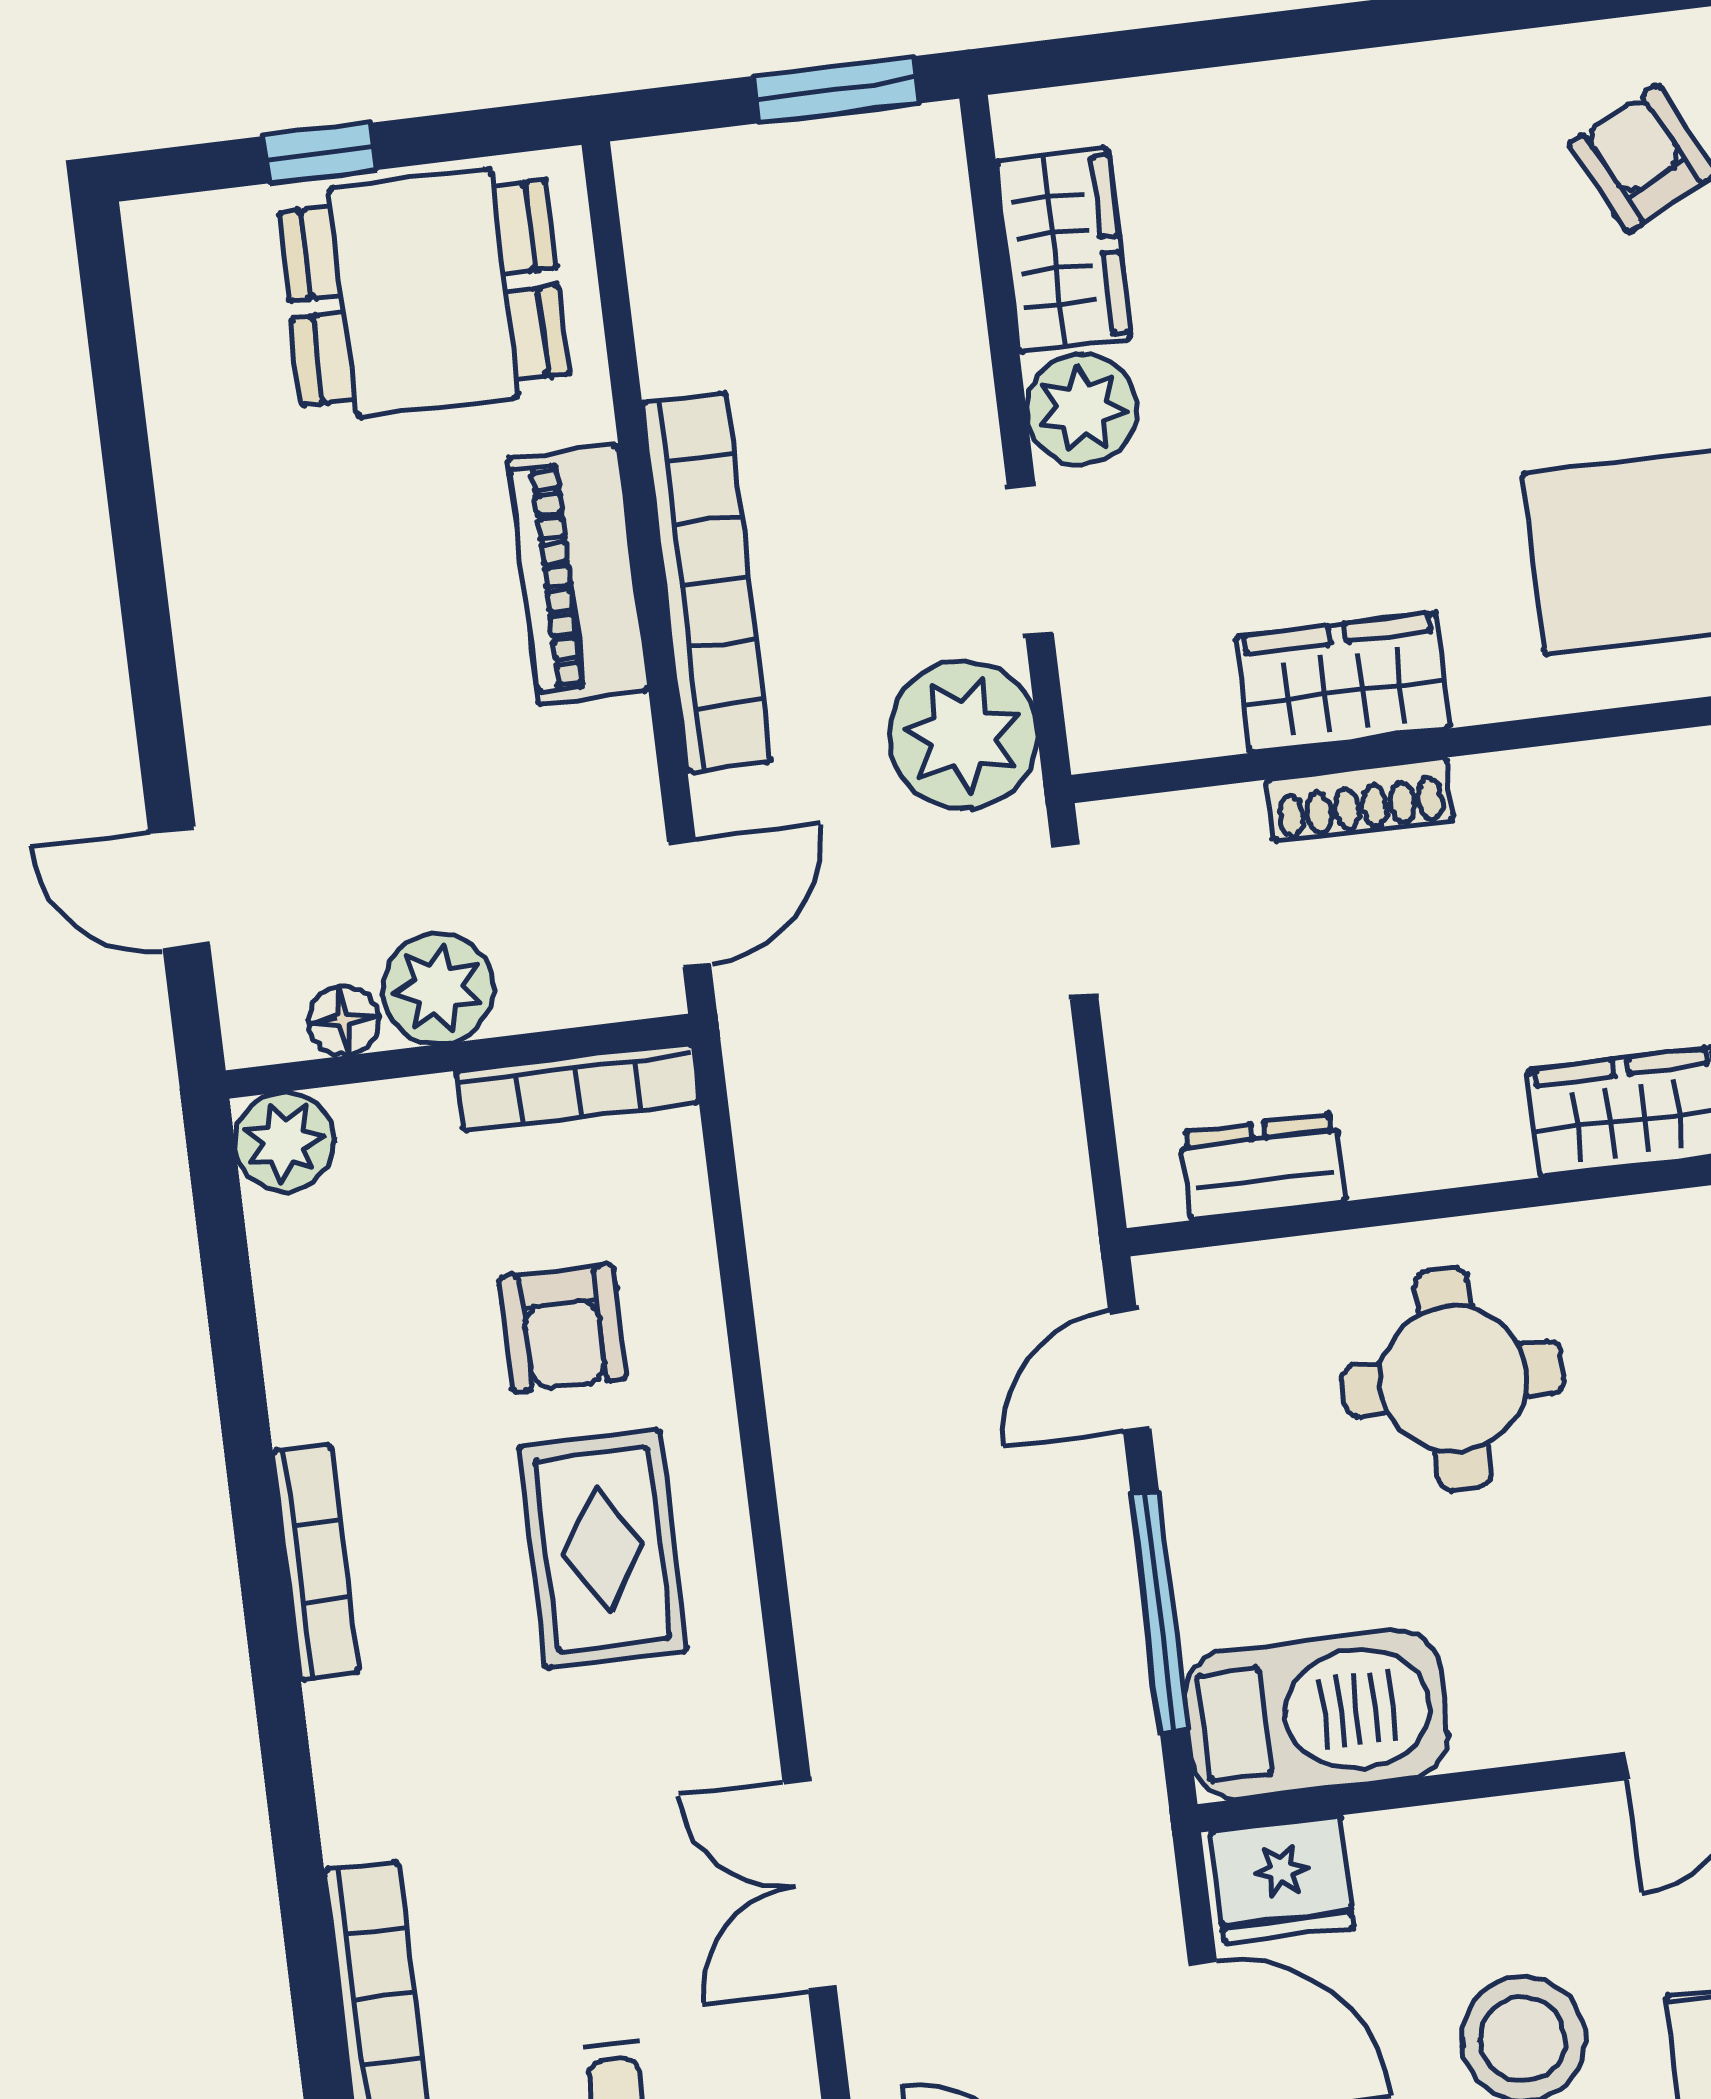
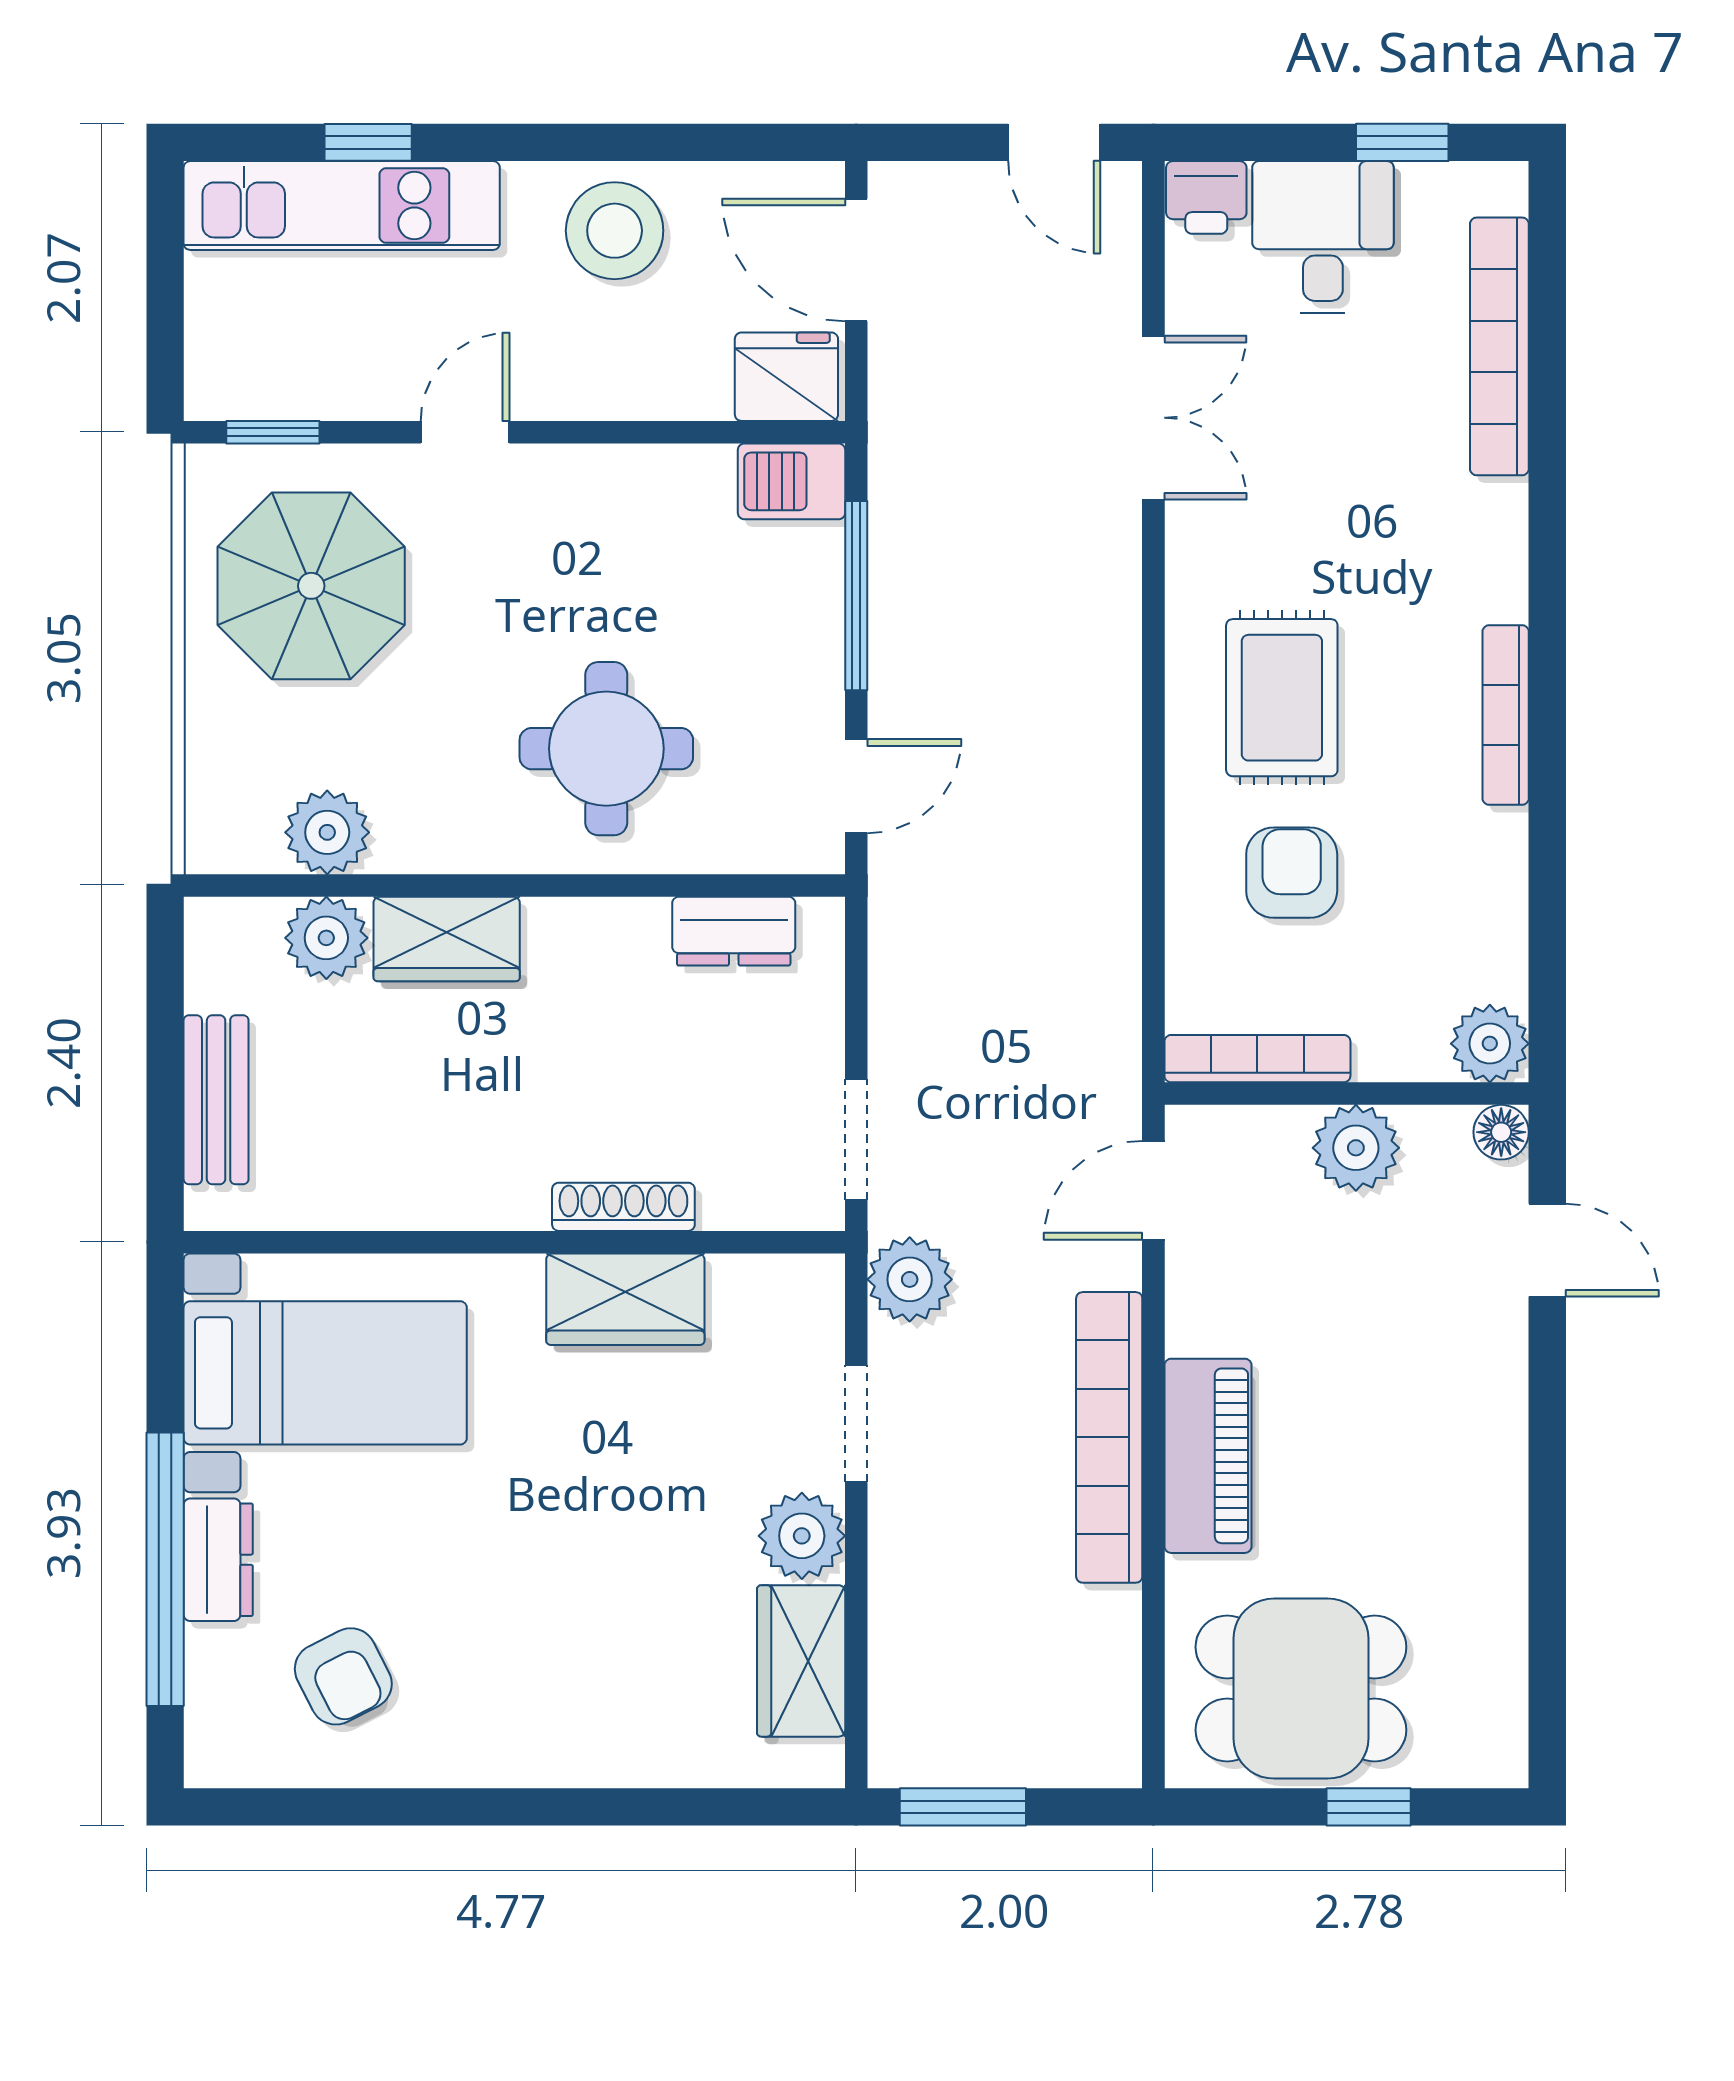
plant: (963, 735) -> (910, 1279), width x0.73, depth x0.73
floor lamp: (343, 1020) -> (1501, 1132), moved
barbecue: (1317, 1714) -> (791, 481), width x0.53, depth x0.65

